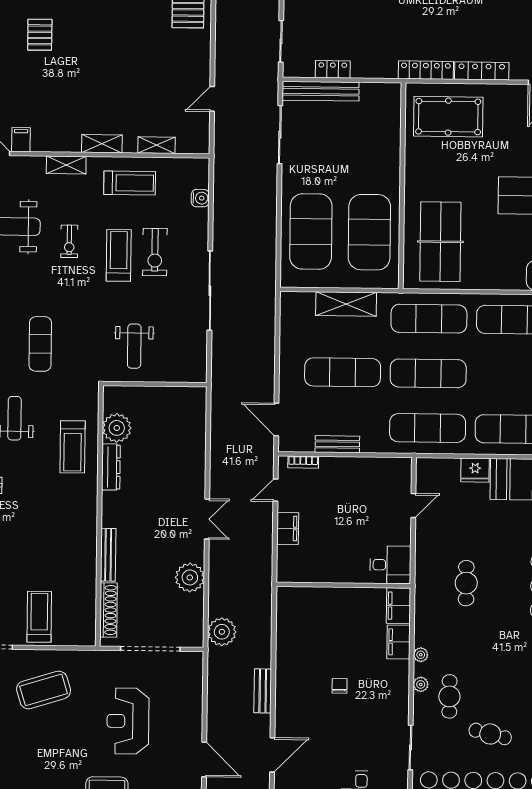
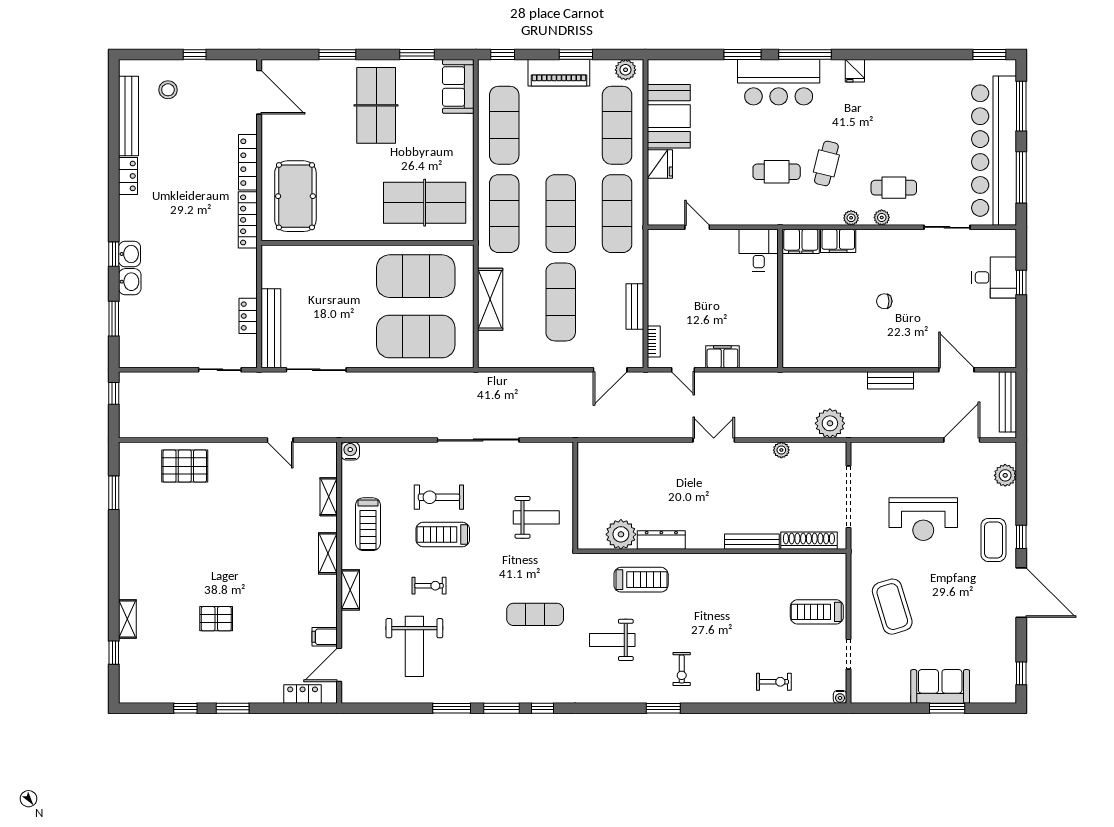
treadmill: (130, 183) -> (368, 524), turned 180
water cooler: (200, 198) -> (350, 451), moved
exercise bike: (155, 252) -> (439, 497), turned 180
plant: (190, 577) -> (781, 450), width x0.53, depth x0.53
cafe table: (490, 734) -> (826, 163), moved

